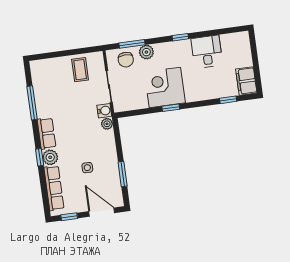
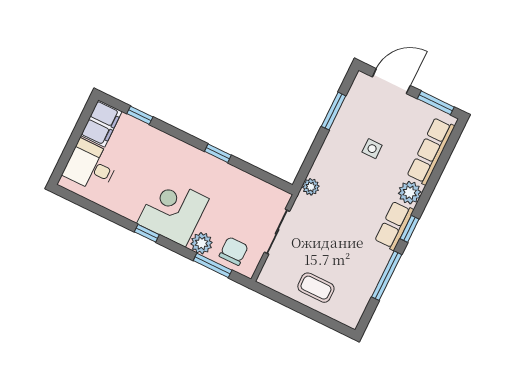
desk: (207, 52) -> (91, 166), moved, turned 90
coffee table: (80, 70) -> (316, 288), moved, turned 90
corner desk: (165, 87) -> (173, 211), moved, turned 180
water cooler: (104, 111) -> (303, 205), removed
window: (40, 157) -> (409, 229), moved
door: (102, 212) -> (391, 81), swing flipped
window: (69, 217) -> (436, 103), width x1.50

